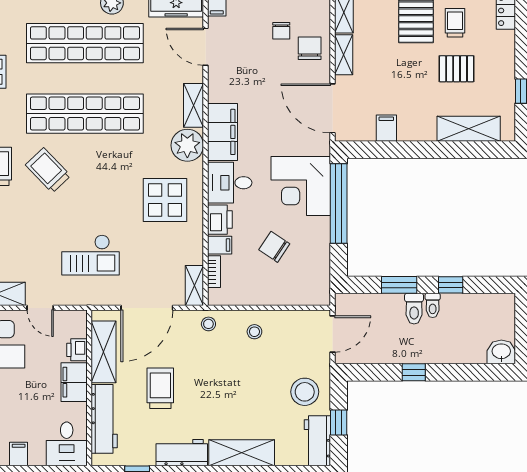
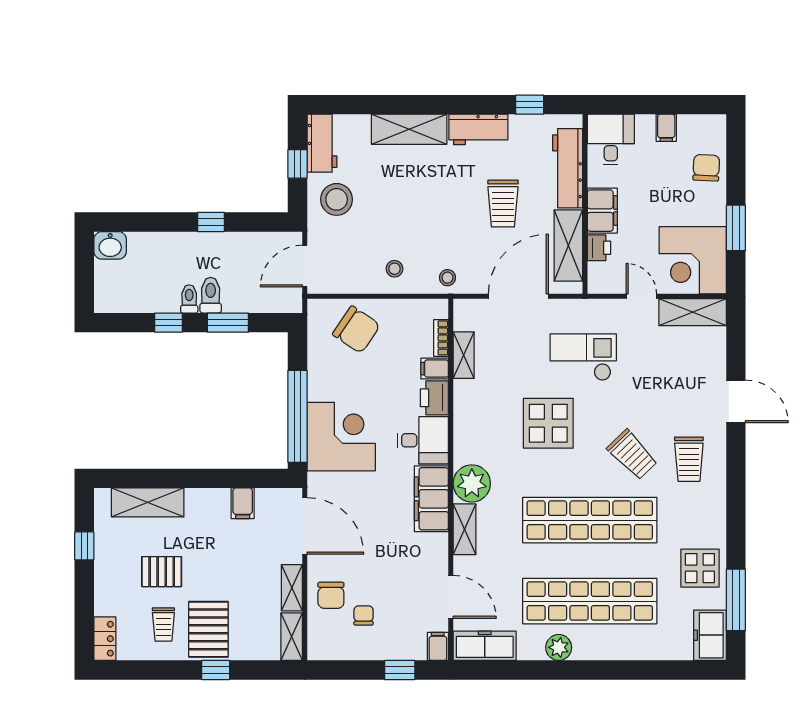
display table: (165, 200) -> (548, 423), moved
chair: (274, 247) -> (356, 330), moved, width x1.37, depth x1.37
shelving: (194, 286) -> (464, 355), moved

